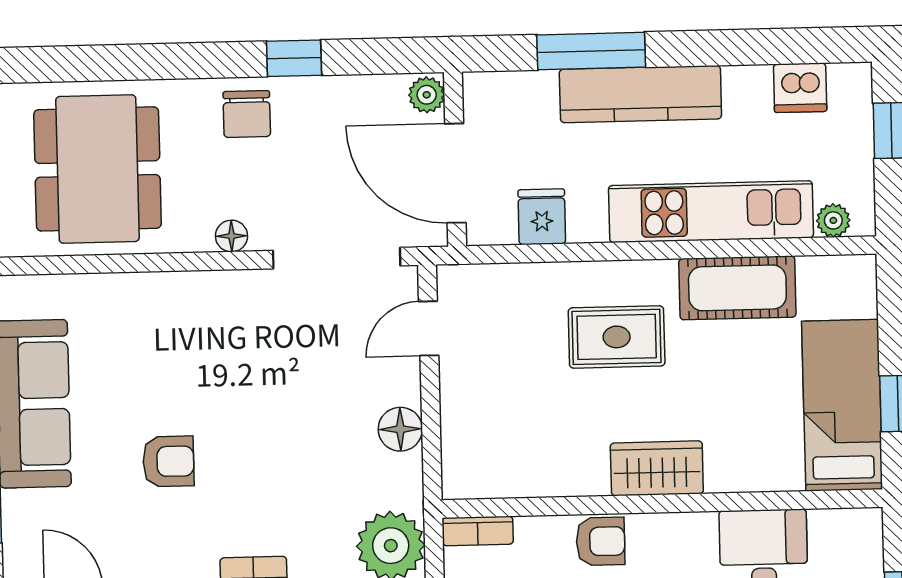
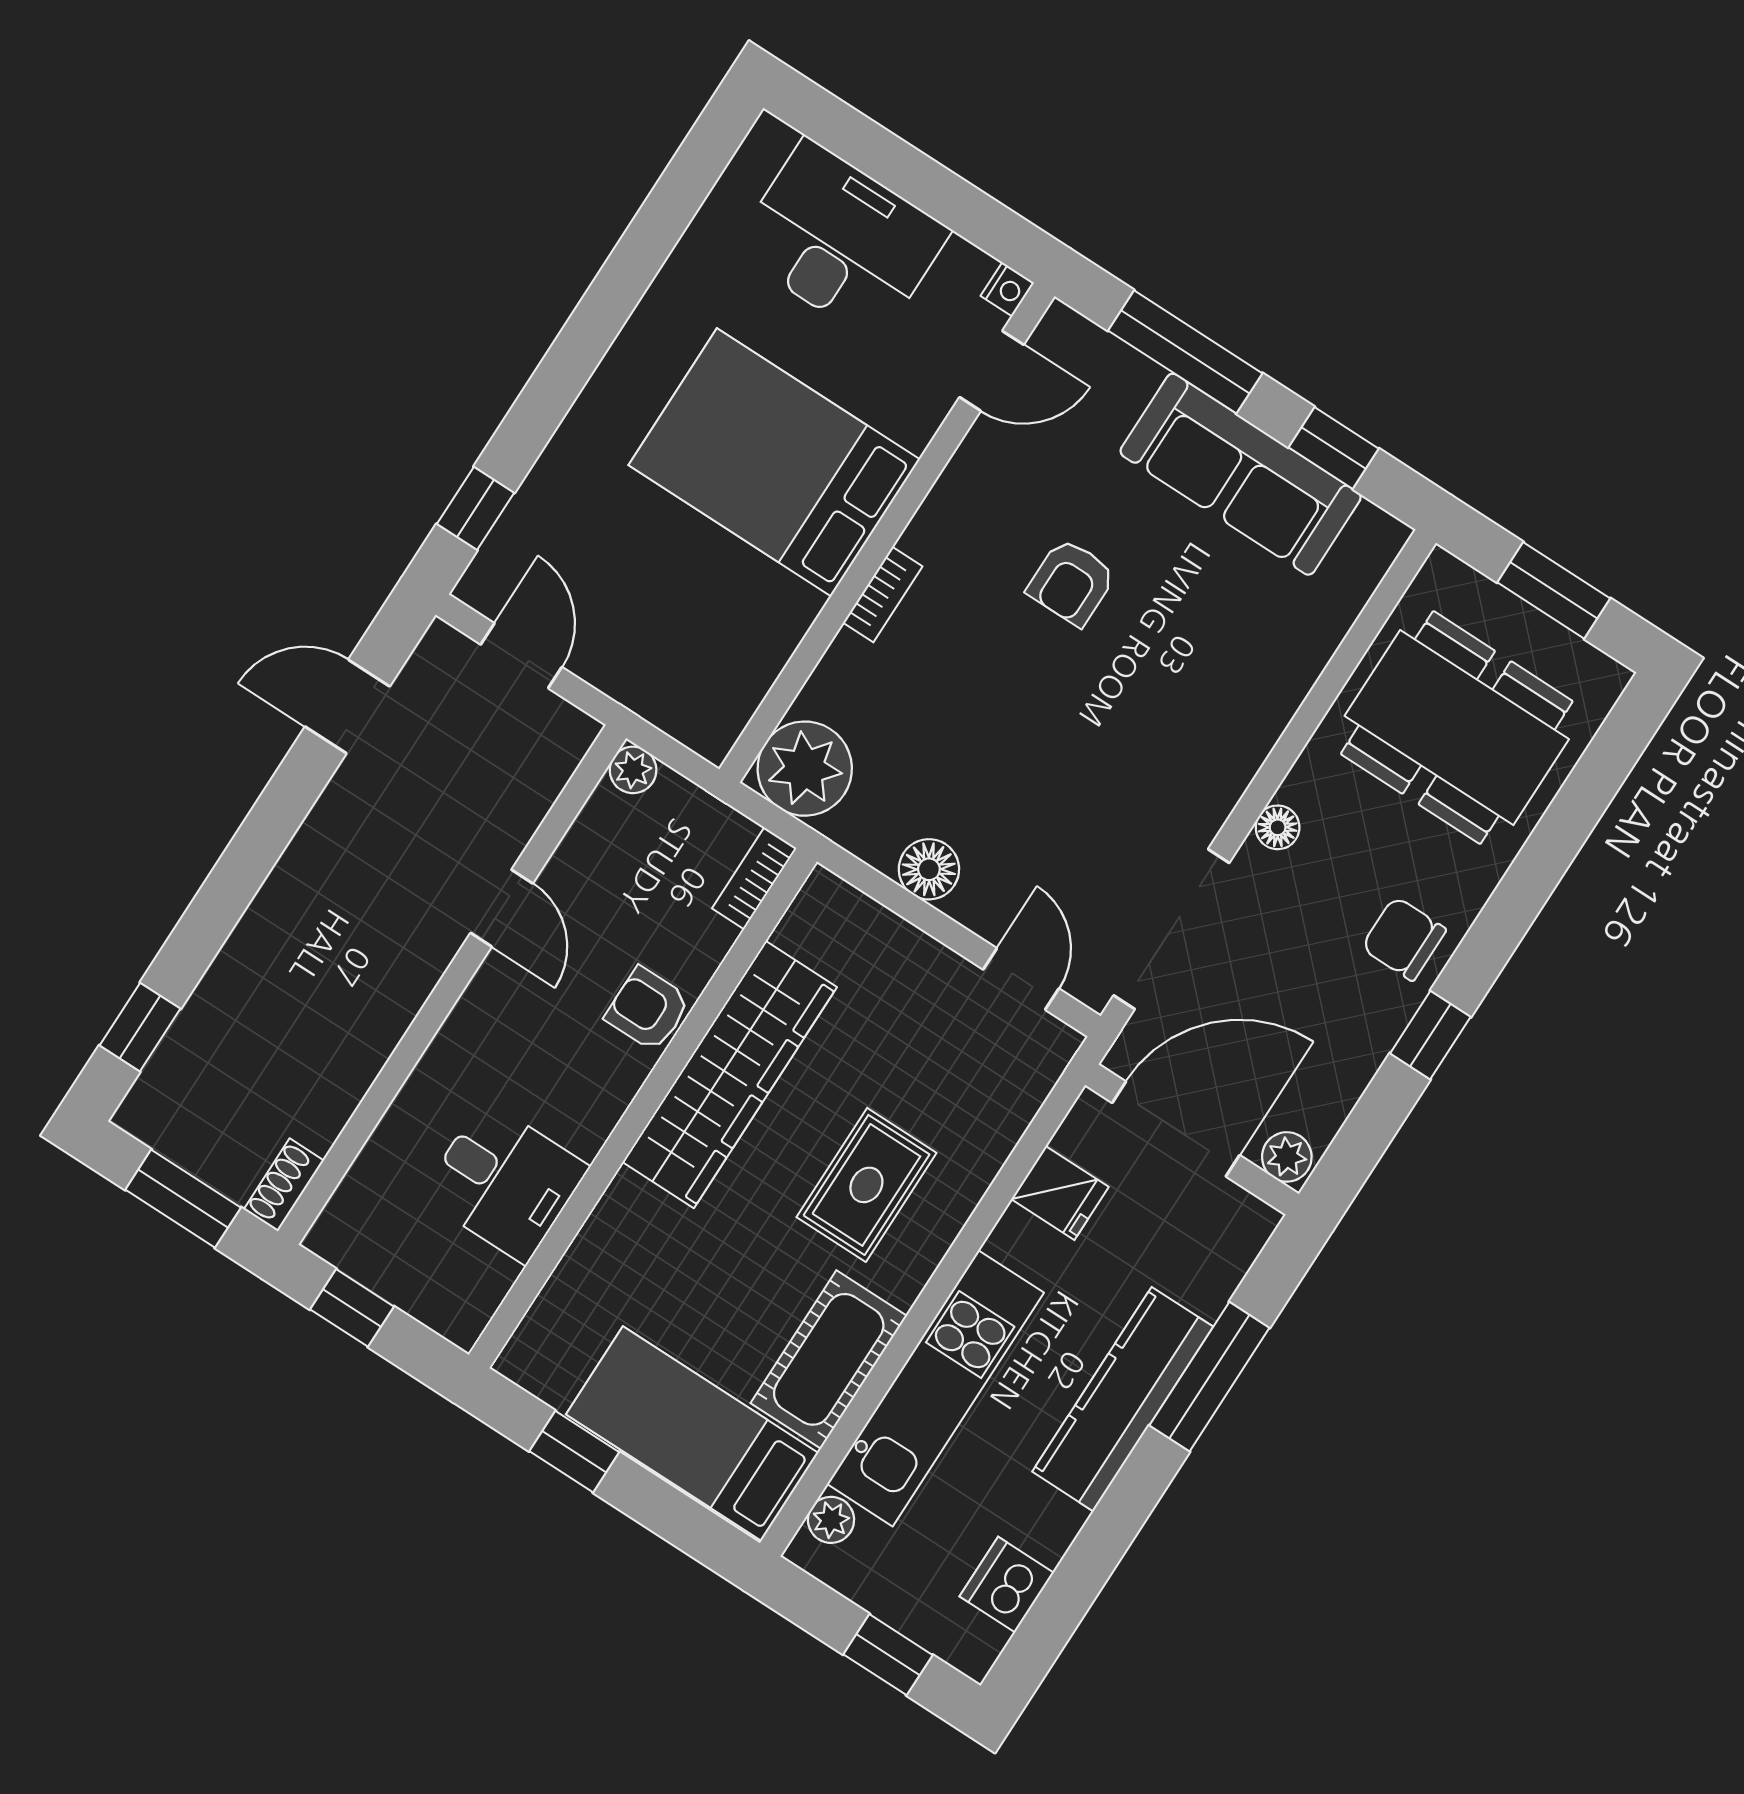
bed: (842, 405) -> (692, 1434), moved, turned 180
wardrobe: (657, 468) -> (730, 1075), width x2.10, depth x1.17
armchair: (600, 541) -> (648, 1009), turned 90

